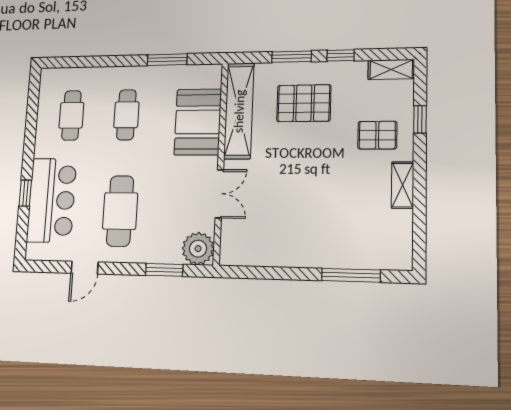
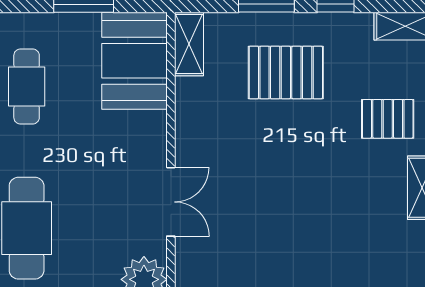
shelving: (239, 111) -> (189, 44), width x0.45, depth x0.75
booth: (198, 122) -> (134, 61), moved

